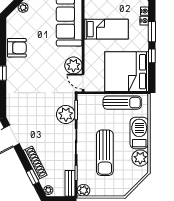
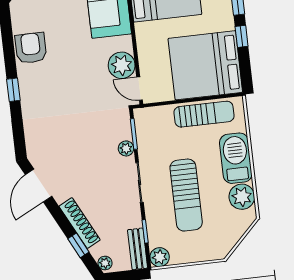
armchair: (17, 48) -> (31, 48), turned -90
plant: (66, 114) -> (126, 148), width x0.53, depth x0.53

